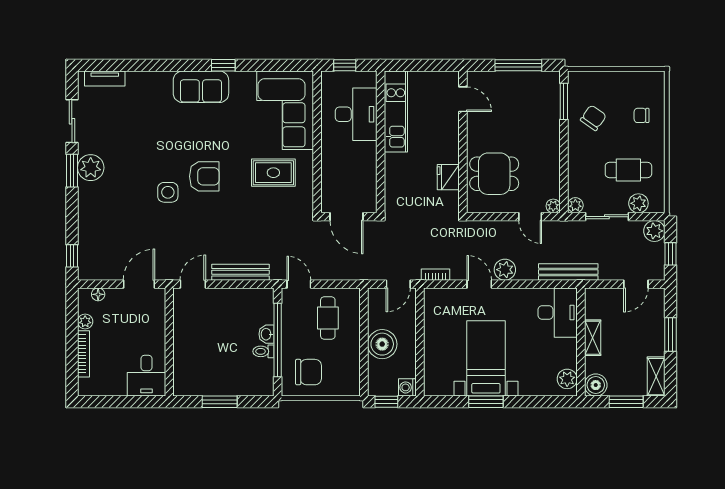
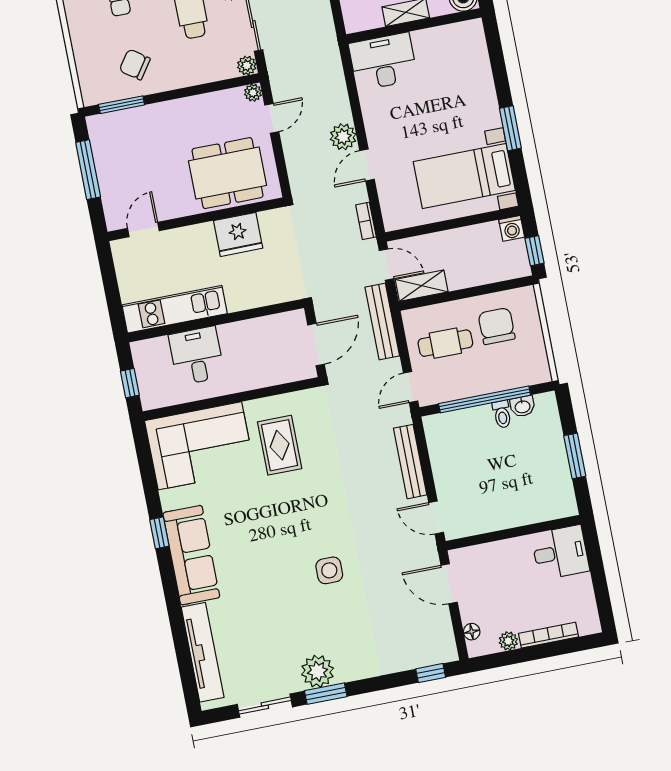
tv unit: (105, 78) -> (203, 652), width x1.92, depth x1.29
sofa: (201, 87) -> (191, 555), width x1.36
desk: (356, 114) -> (197, 356), width x0.73
dining table: (494, 174) -> (228, 173), width x1.38
armchair: (204, 176) -> (301, 529), removed
fridge: (448, 177) -> (238, 234), width x1.36, depth x1.34
bench: (568, 272) -> (382, 321), moved
shelving: (376, 308) -> (422, 286), added
washbasin: (267, 334) -> (522, 406), moved
boiler: (382, 344) -> (464, 270), removed
bed with nightstands: (486, 358) -> (464, 176), moved
chair: (308, 372) -> (497, 326), moved
plant: (567, 379) -> (463, 34), removed

